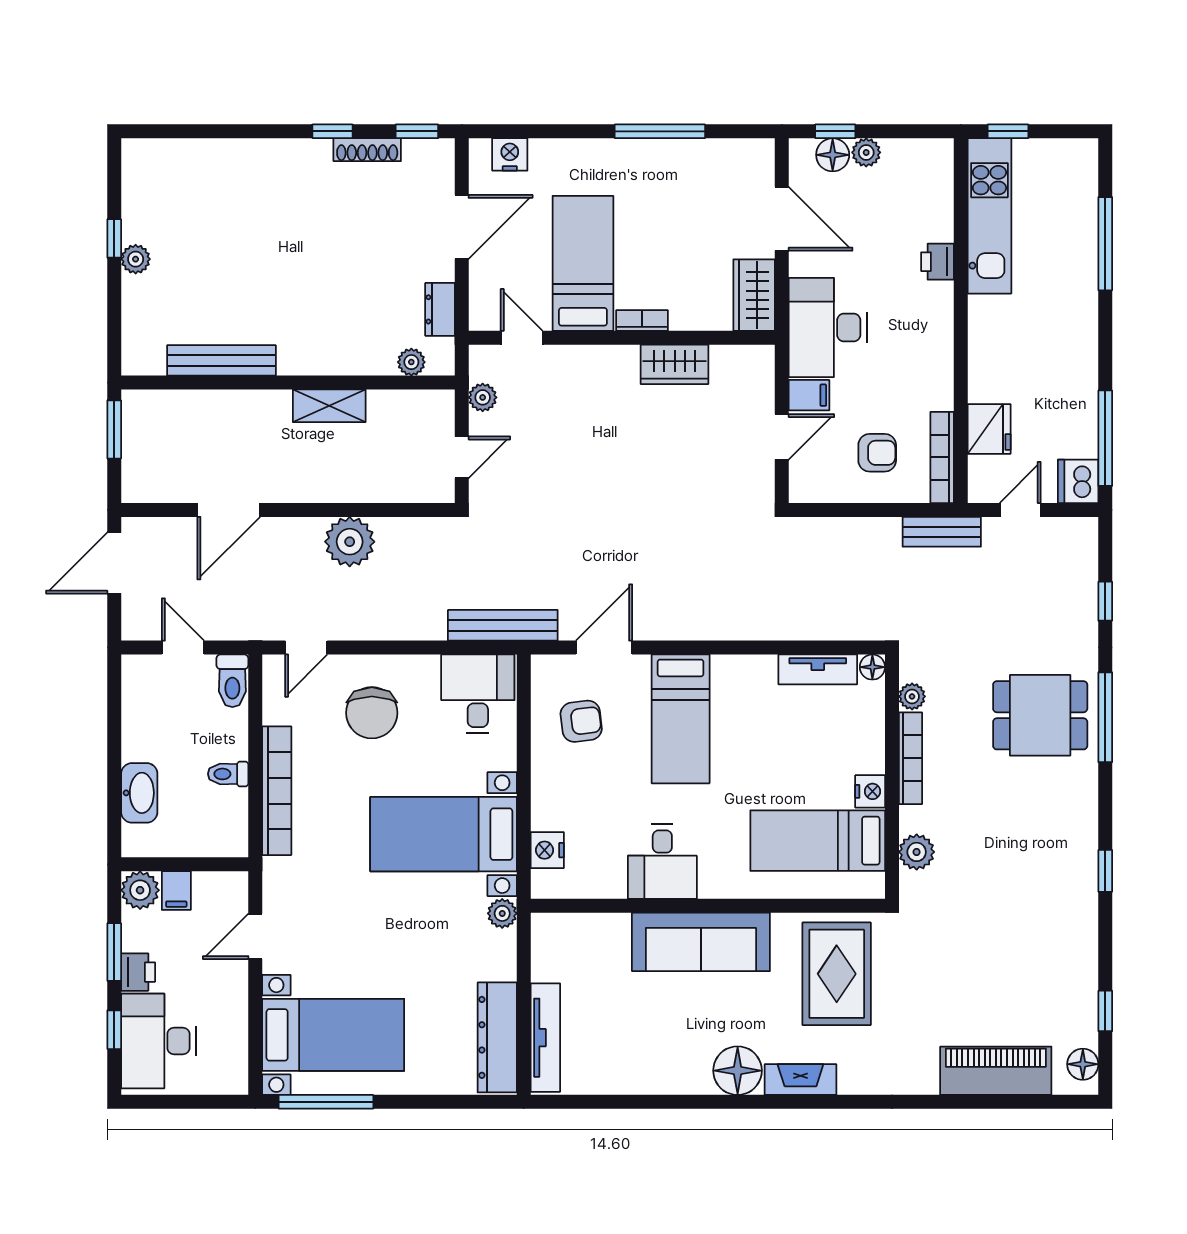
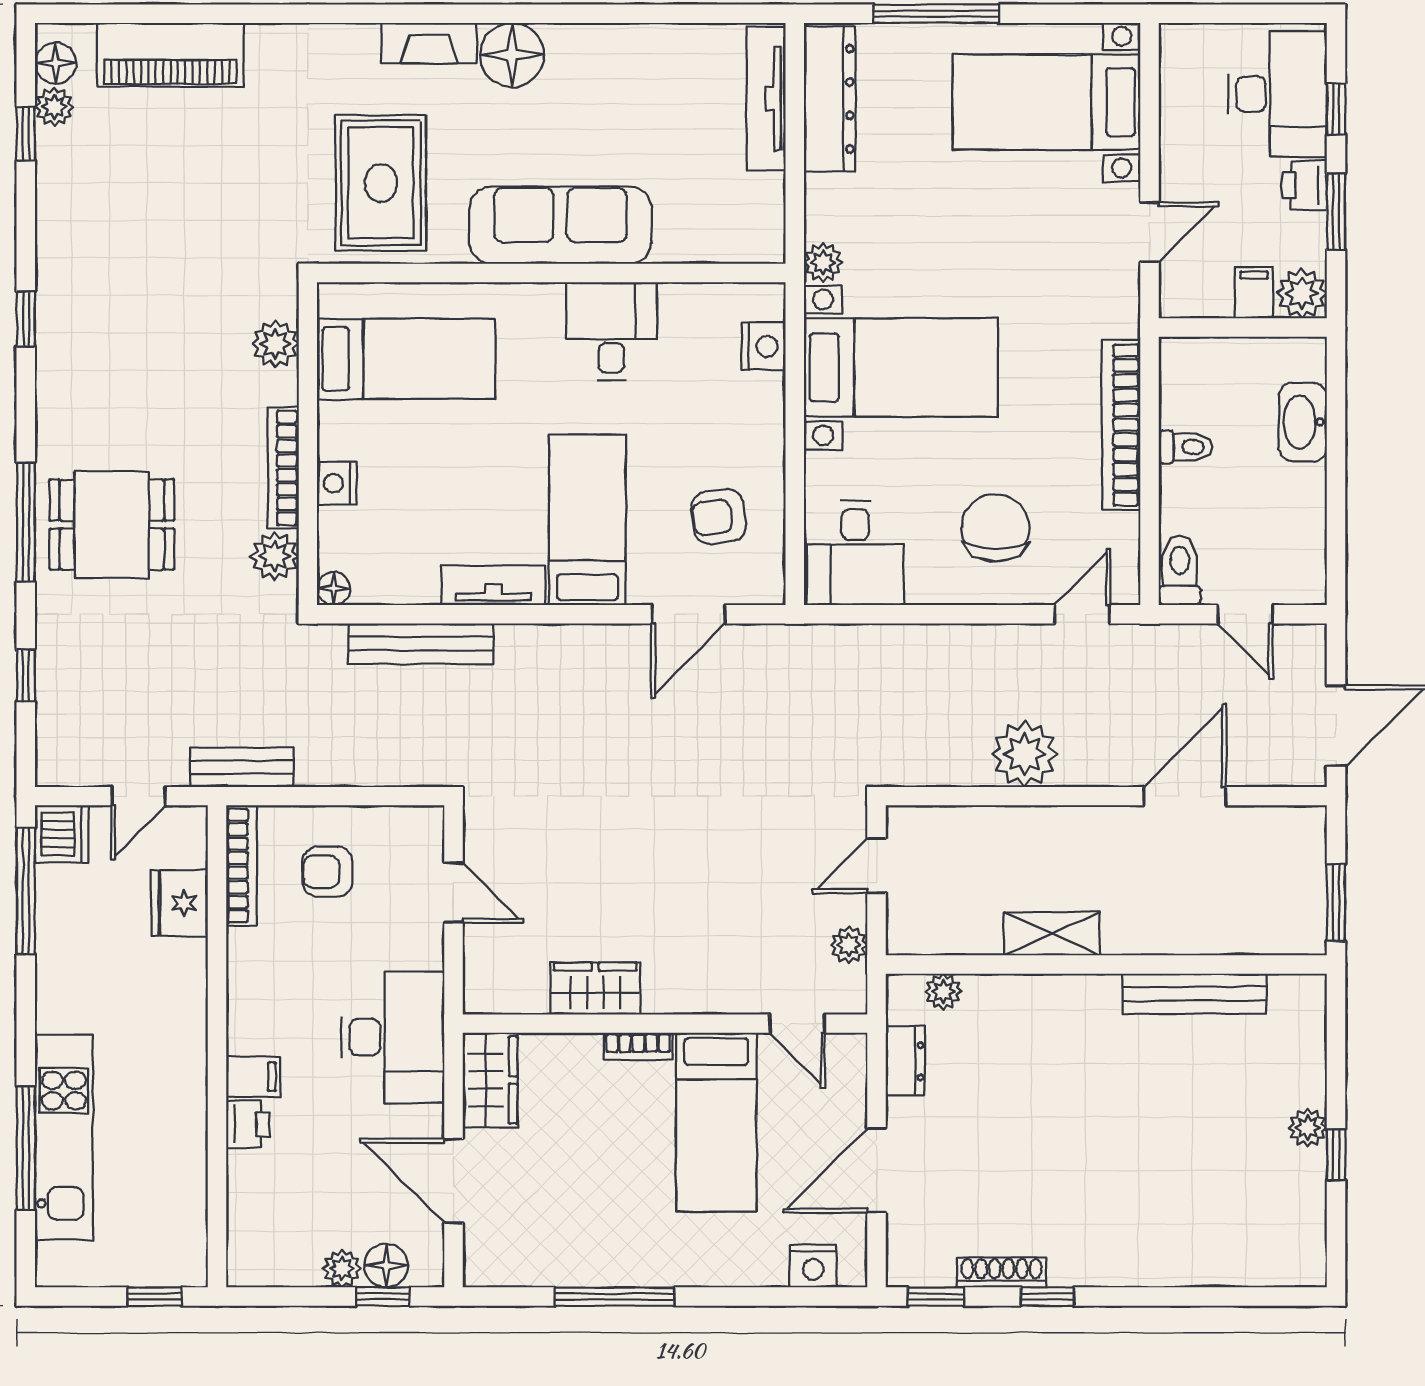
kitchen unit: (989, 216) -> (64, 1138), moved, turned 180
filing cabinet: (809, 395) -> (253, 1077), moved, turned 180
door: (782, 437) -> (453, 893), swing flipped
bench: (503, 625) -> (421, 644), moved
tv unit: (818, 669) -> (493, 585), moved
plant: (912, 696) -> (275, 556), width x1.38, depth x1.38
nightstand: (870, 791) -> (337, 483), moved
plant: (1084, 1031) -> (54, 107), added
window: (326, 1102) -> (936, 14), moved

